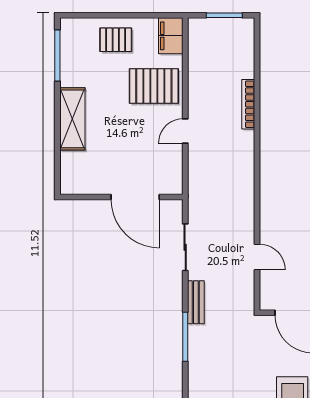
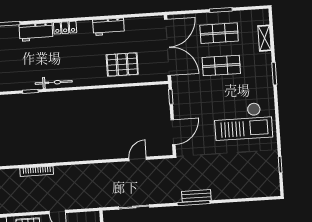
bench: (196, 302) -> (196, 196), moved

